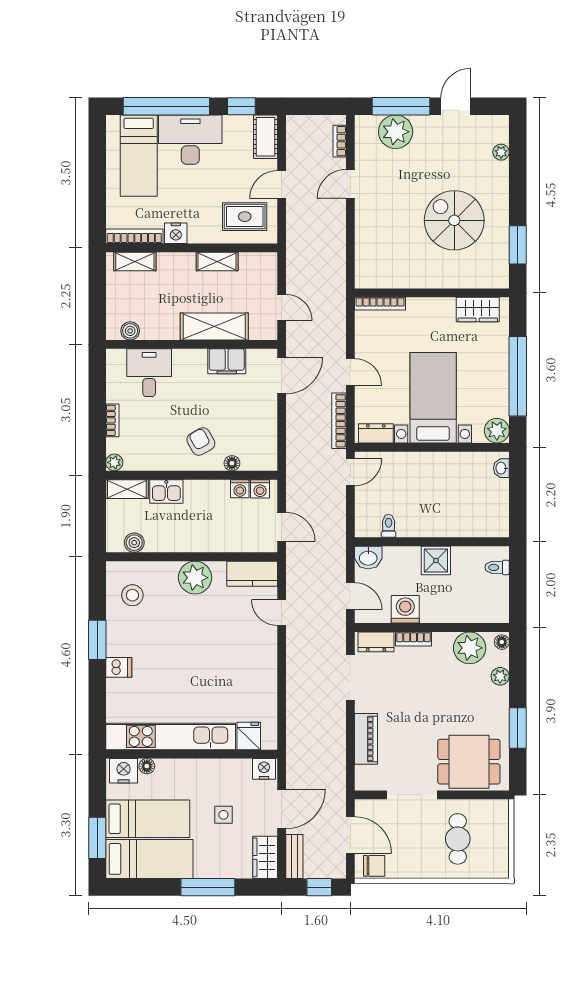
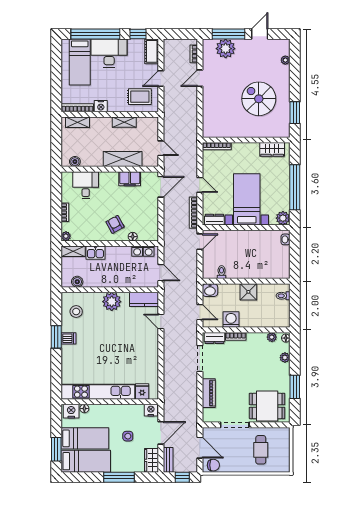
plant: (470, 648) -> (272, 337), width x0.53, depth x0.53
dishwasher: (119, 667) -> (68, 338), moved

